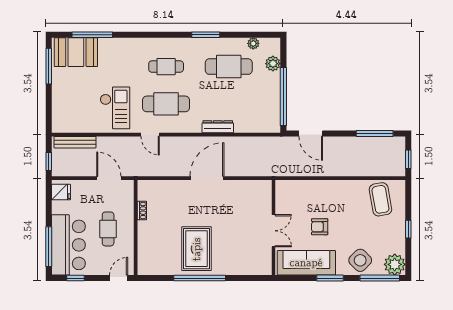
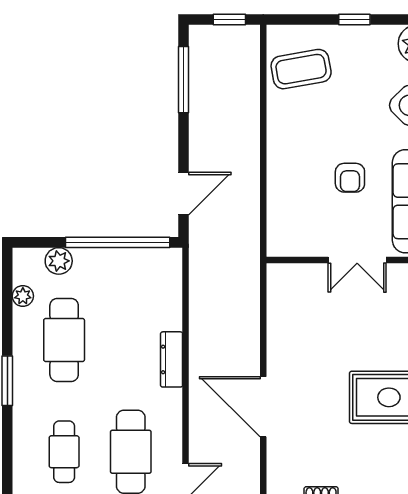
door: (207, 178) -> (263, 407), moved
double door: (274, 231) -> (357, 260), swing flipped

